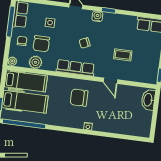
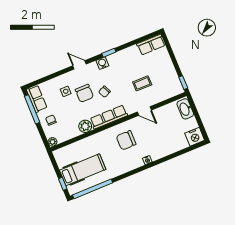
chair: (41, 44) -> (84, 93), moved
plant: (35, 62) -> (85, 126), moved
hospital bed: (26, 81) -> (74, 152), removed
nightstand: (142, 130) -> (195, 137), added

